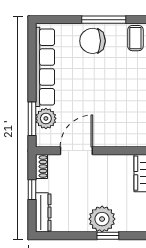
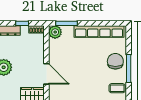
plant: (46, 118) -> (55, 32), moved
door: (76, 151) -> (46, 74), moved

